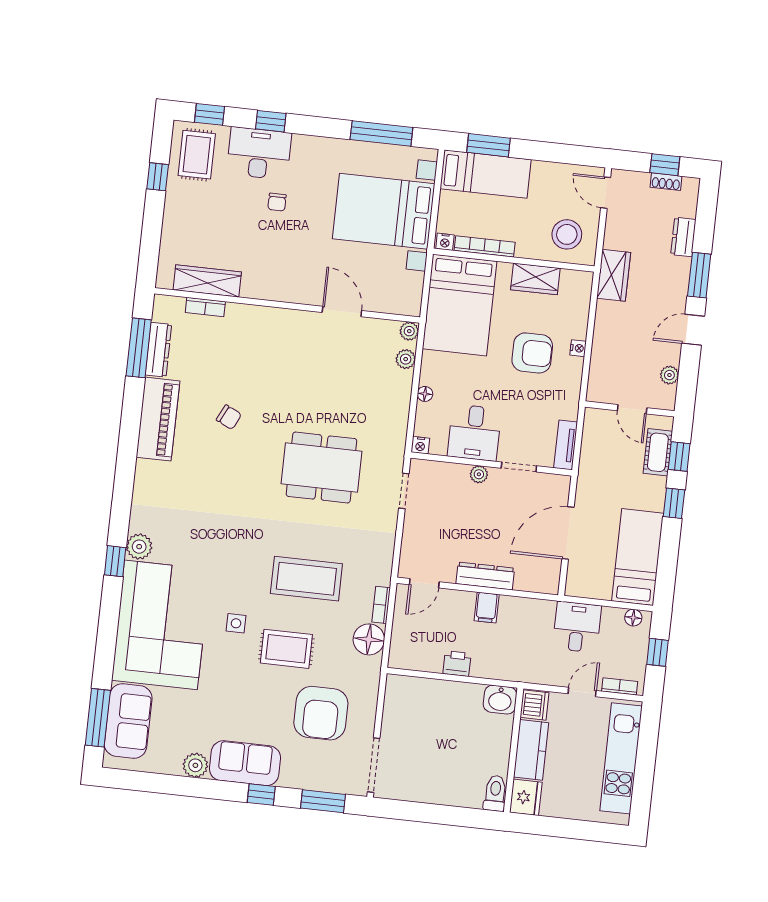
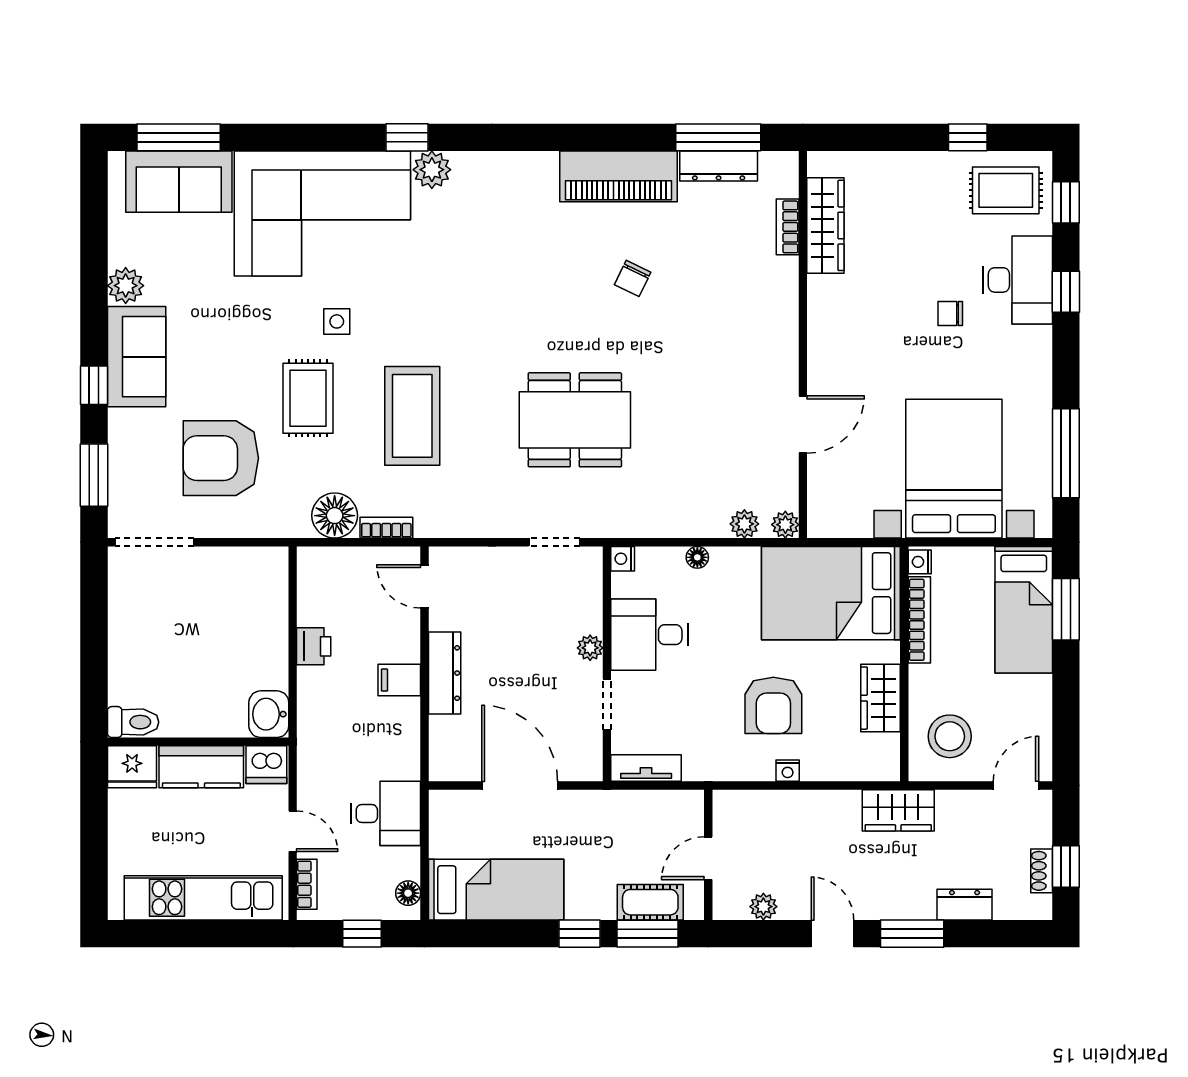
window: (679, 456) -> (648, 934), width x1.50
dining table: (321, 468) -> (575, 420), turned 90

